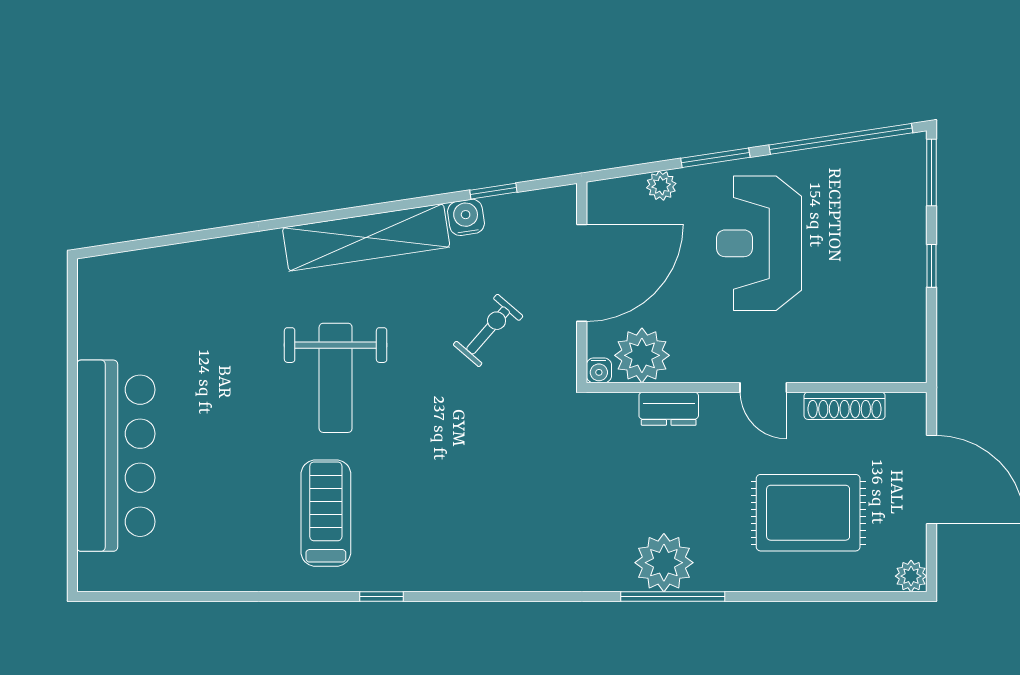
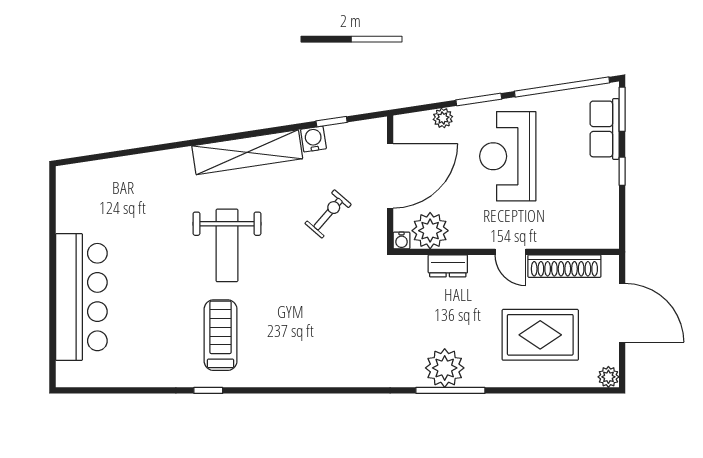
row of seats: (905, 202) -> (605, 129), added
shoe rack: (845, 406) -> (564, 266), width x1.36, depth x1.24
window: (382, 597) -> (208, 390), moved

